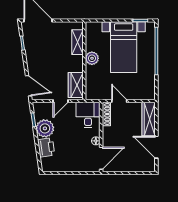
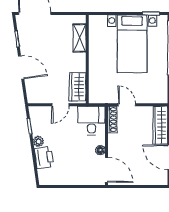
plant: (92, 58) -> (96, 56), removed
door: (29, 86) -> (21, 68), moved
plant: (45, 128) -> (39, 141), width x0.53, depth x0.53
door: (101, 158) -> (106, 170), hinge flipped

